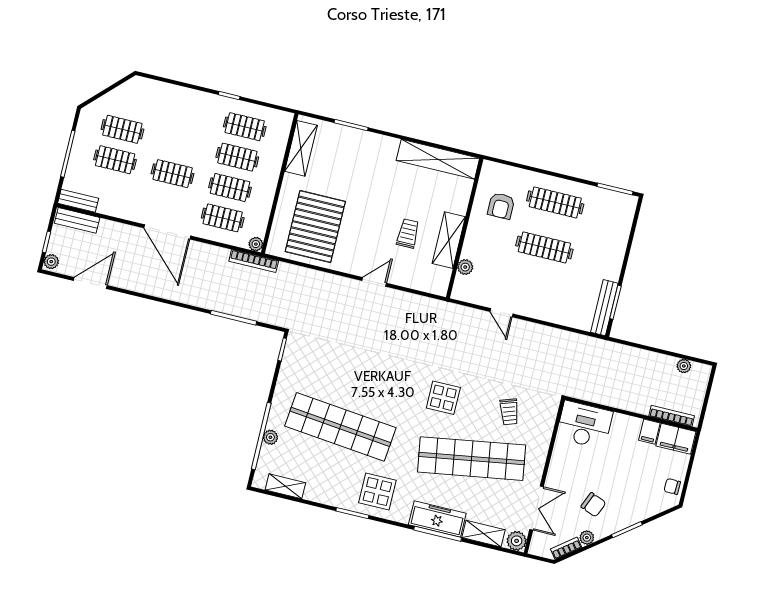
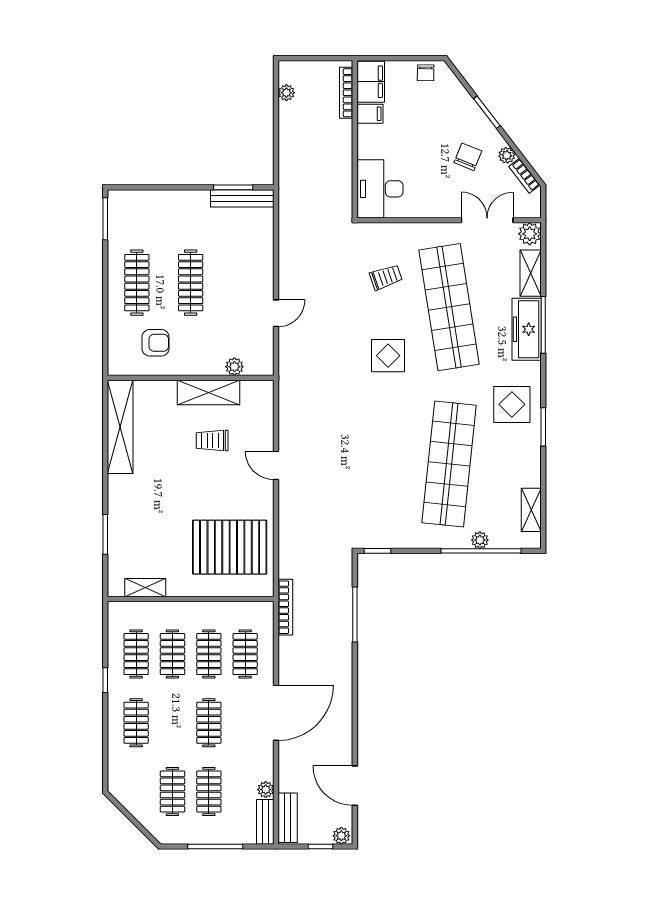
clothes rail: (187, 113) -> (136, 723), added
shelving: (301, 148) -> (145, 588), width x0.67, depth x0.75
plant: (256, 244) -> (266, 790), moved

